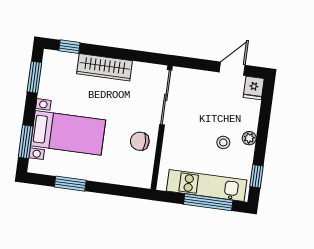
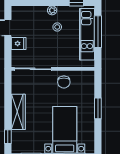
fridge: (254, 88) -> (19, 44), moved
window: (70, 184) -> (98, 108), moved

